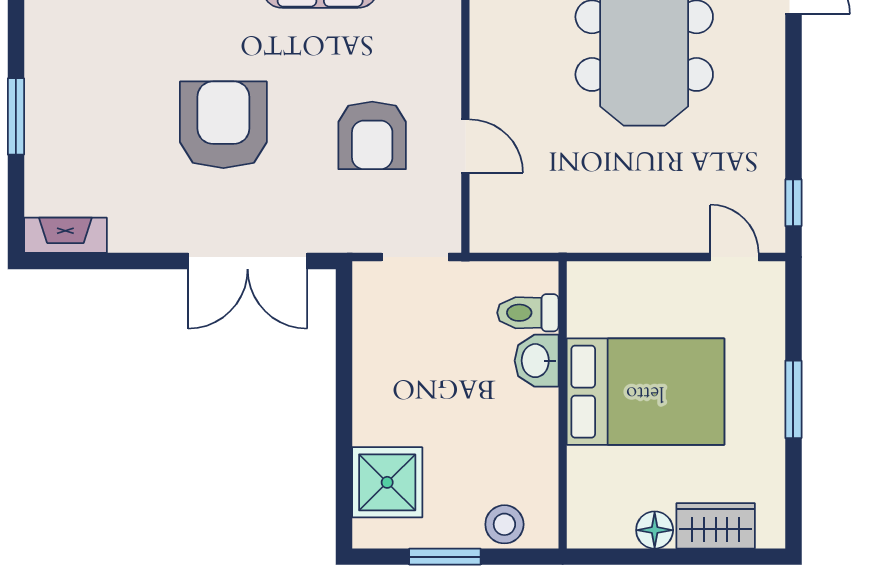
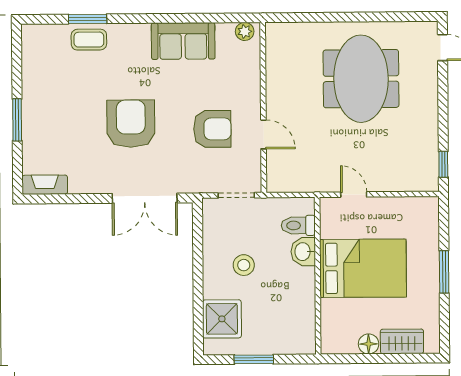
armchair: (372, 135) -> (212, 129), turned -90
door: (734, 257) -> (354, 195), moved
stool: (504, 524) -> (244, 265), moved

